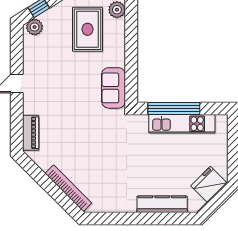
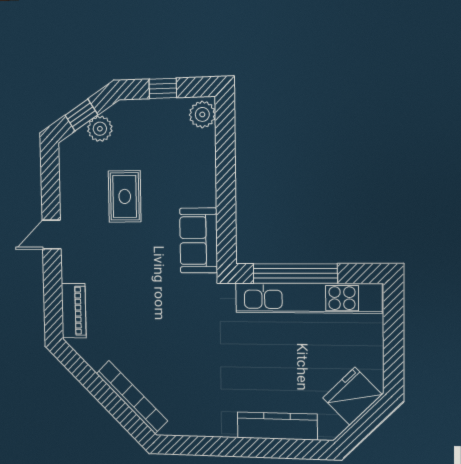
plant: (35, 27) -> (100, 129), moved
rug: (88, 29) -> (125, 196), moved, width x0.73, depth x0.70
kitchen unit: (182, 124) -> (308, 298), width x1.36

